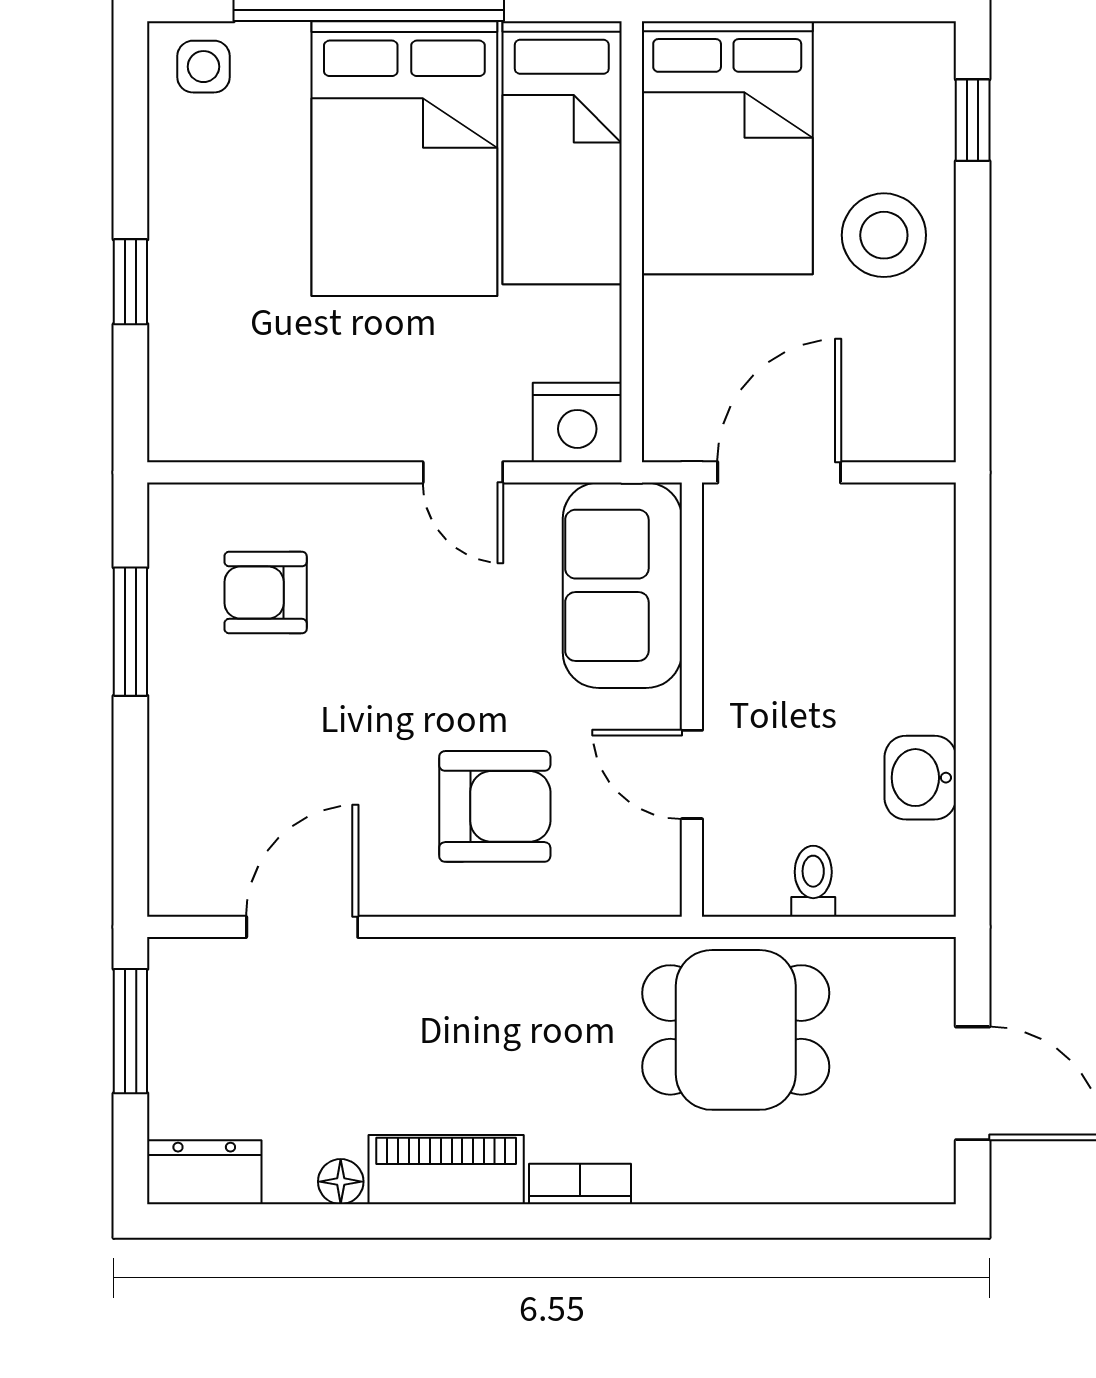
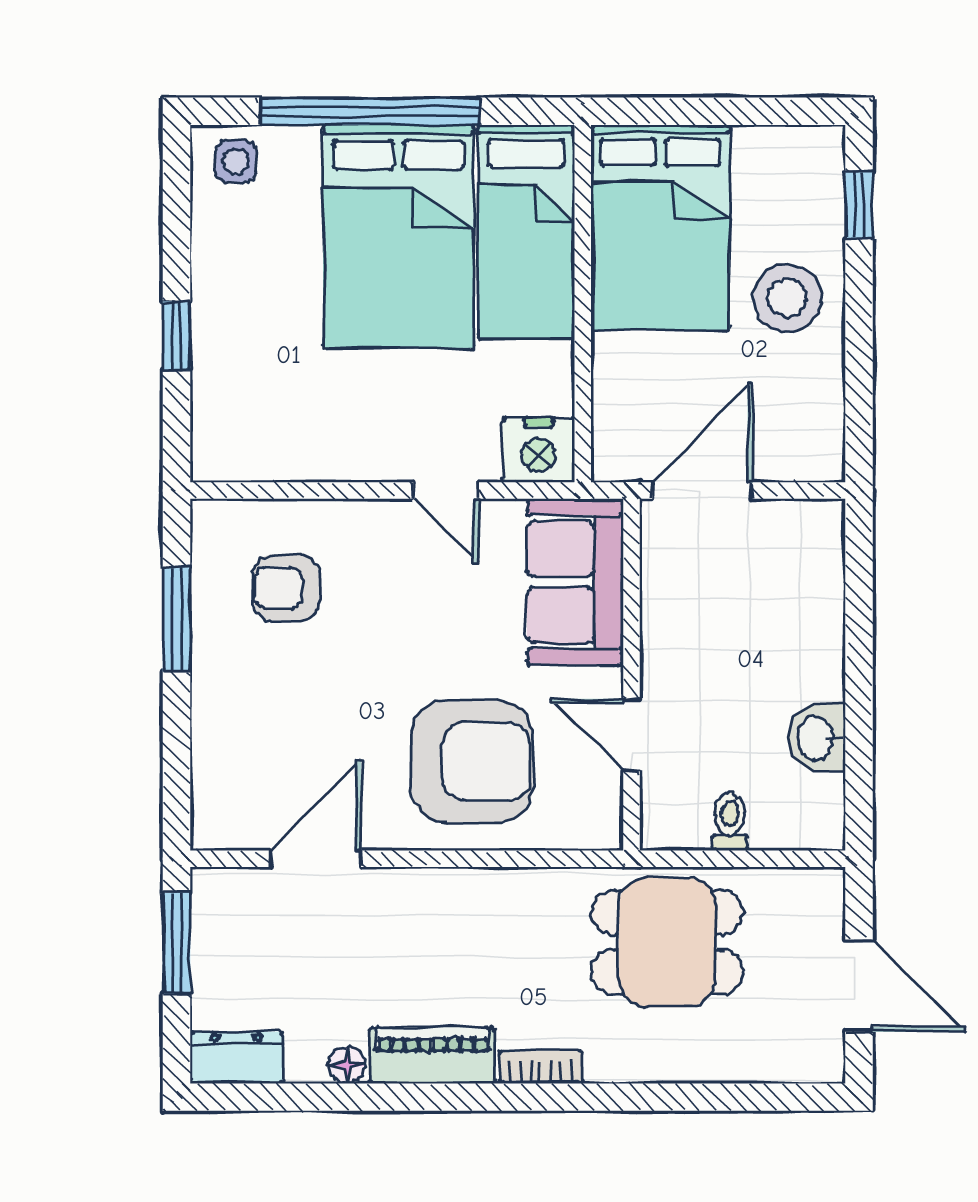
armchair: (495, 806) -> (472, 761), width x1.36, depth x1.36

